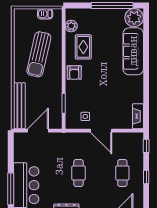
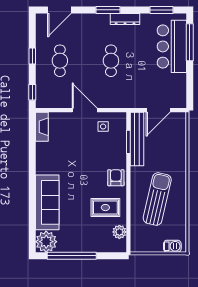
barbecue: (45, 14) -> (172, 246), moved
rug: (83, 47) -> (105, 208), turned 90
bench: (19, 106) -> (137, 139), moved

